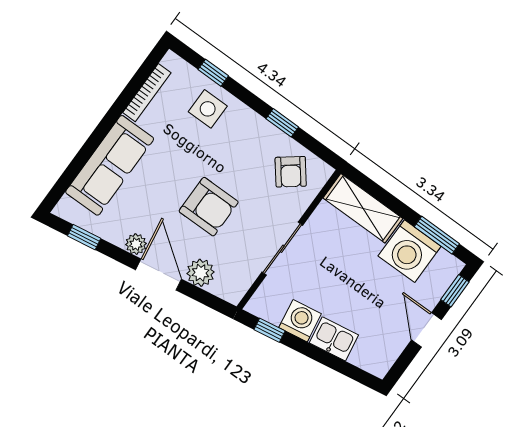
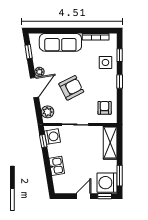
window: (282, 123) -> (120, 81), moved
armchair: (291, 172) -> (105, 108), turned 128
armchair: (209, 207) -> (71, 88), turned -117
washing machine: (410, 251) -> (107, 183), moved
plant: (201, 273) -> (47, 112), moved
washing machine: (300, 321) -> (52, 137), moved

